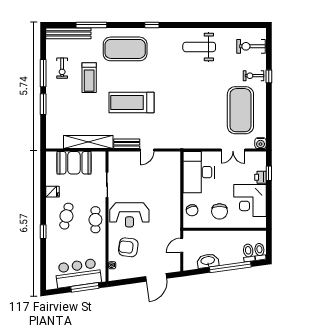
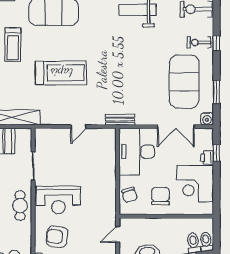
treadmill: (132, 103) -> (61, 73), turned 180
window: (269, 119) -> (216, 92), added
bench: (127, 144) -> (120, 120), moved
double door: (233, 150) -> (176, 127), width x1.37
chair: (220, 211) -> (161, 196), turned 180

